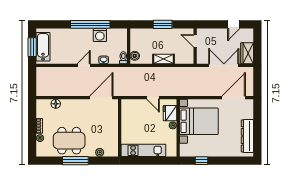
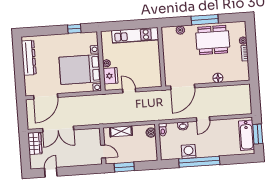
door: (195, 41) -> (103, 151), moved
wall: (195, 46) -> (103, 146), moved
floor lamp: (56, 104) -> (218, 78), moved

